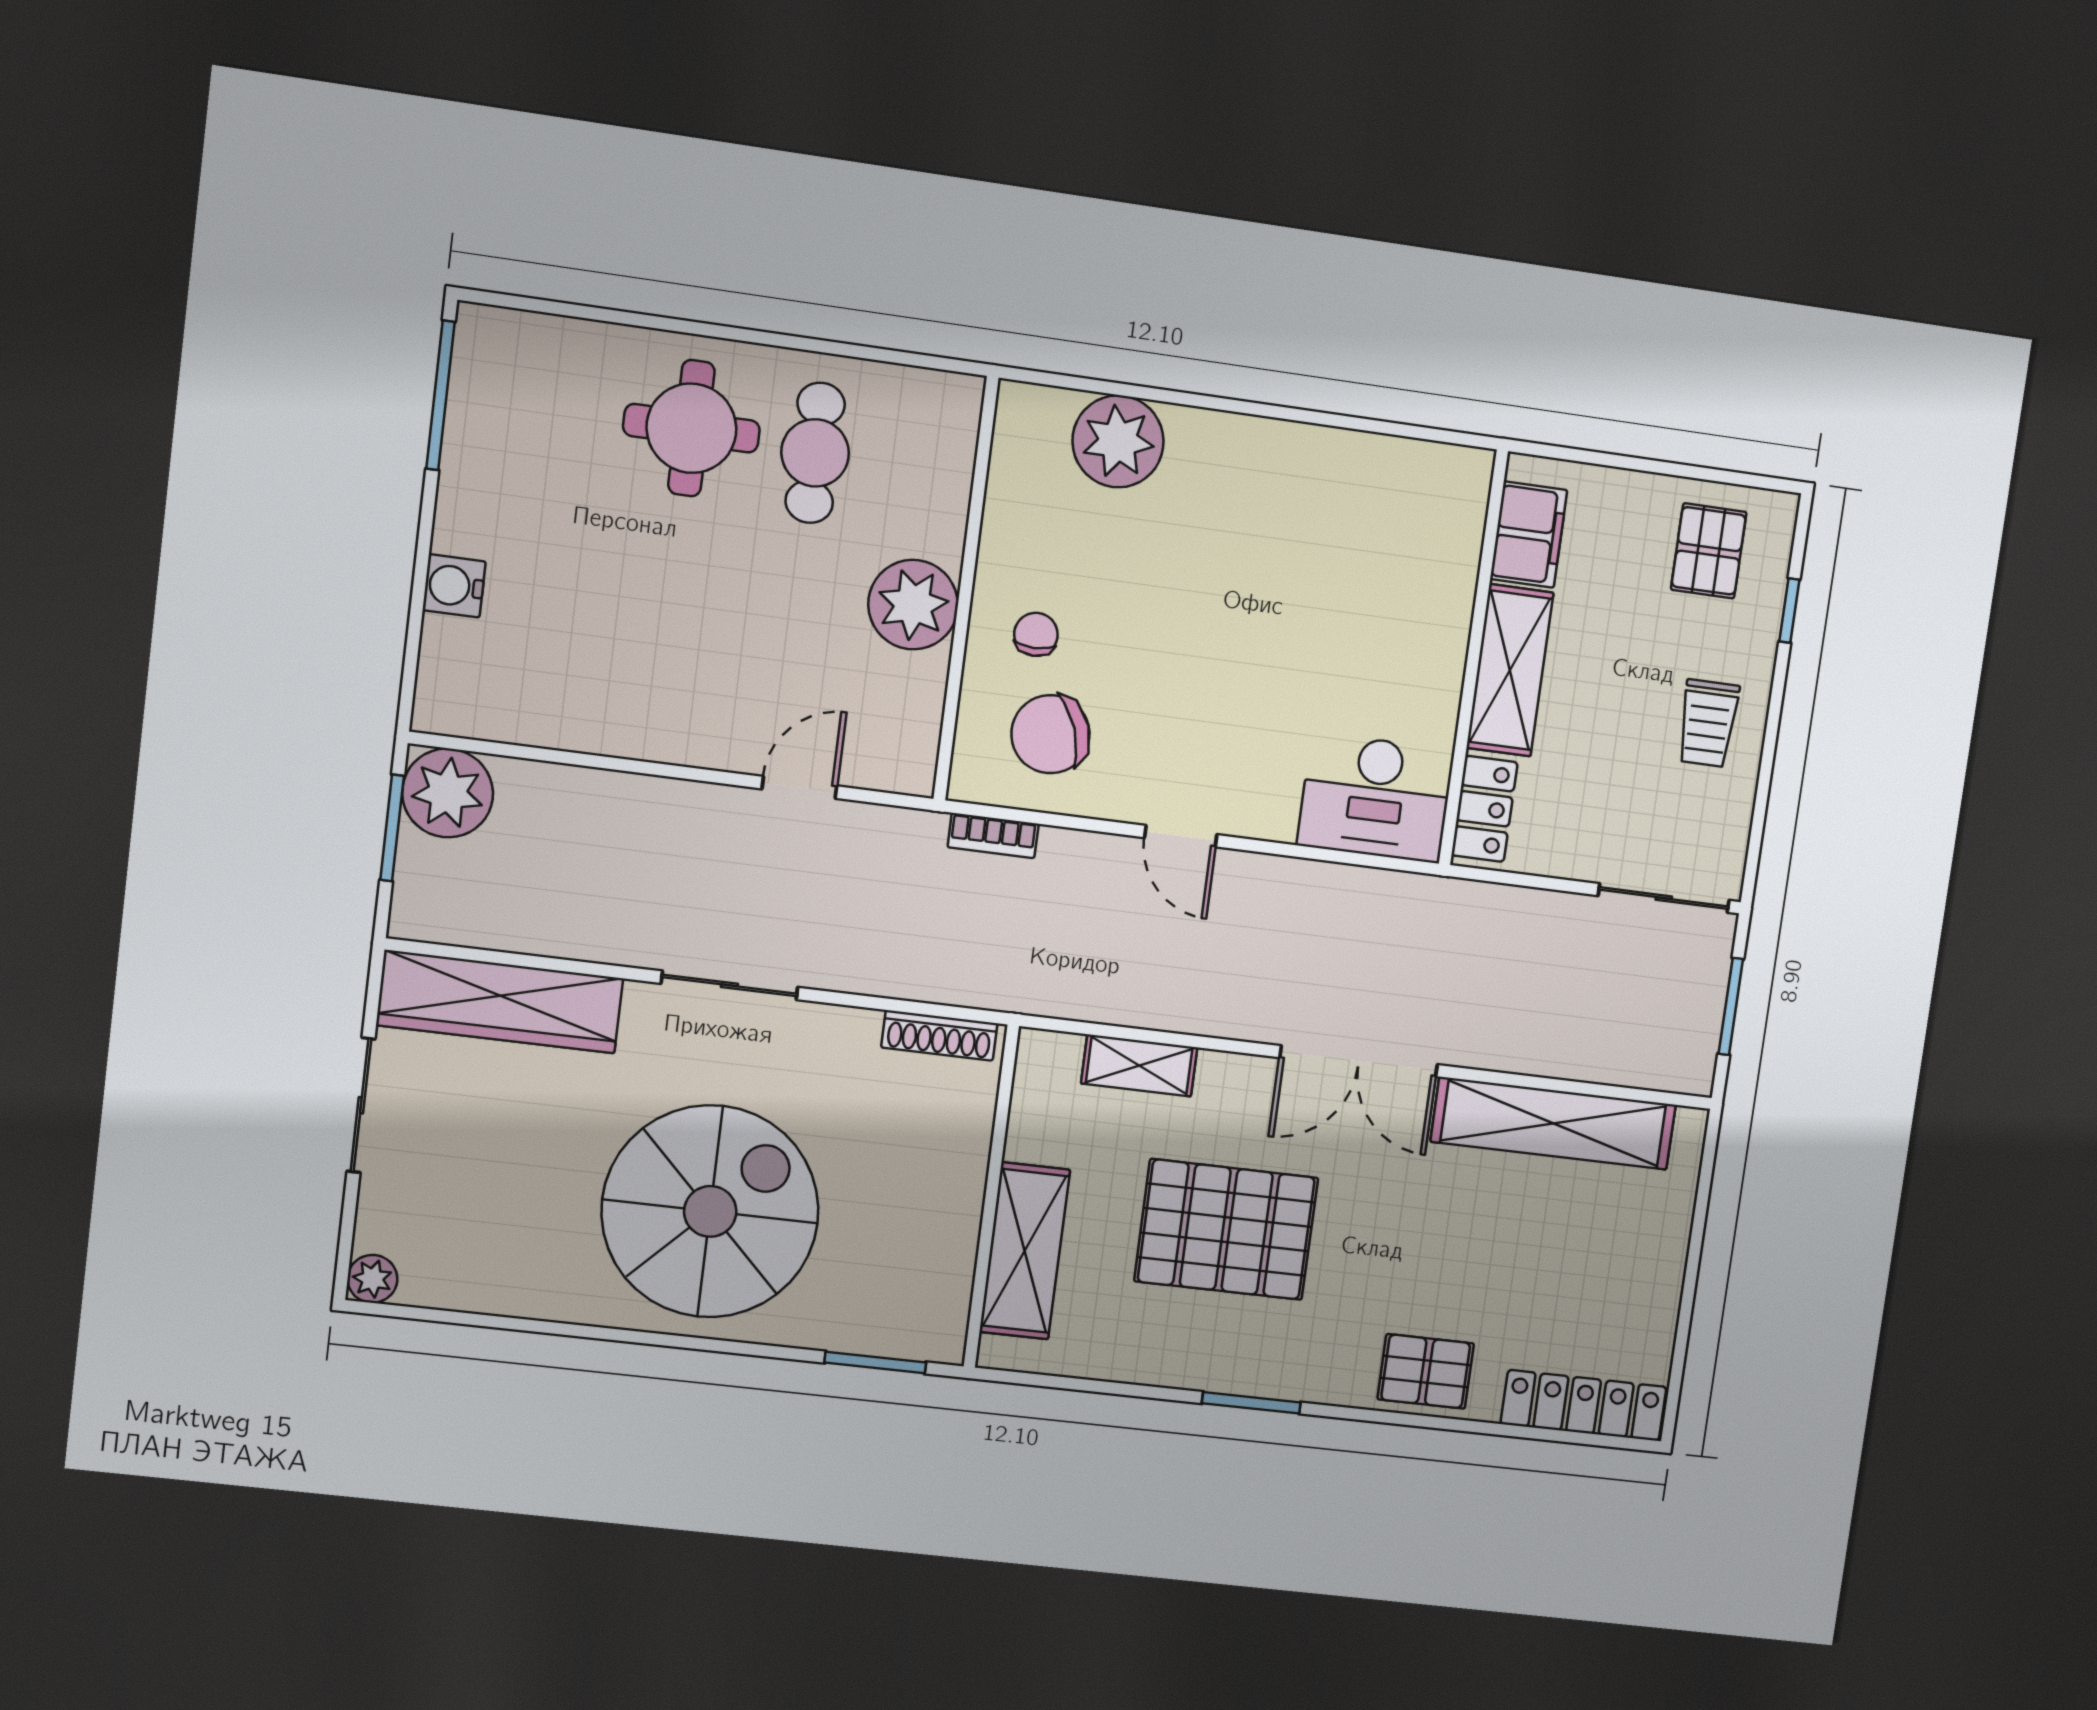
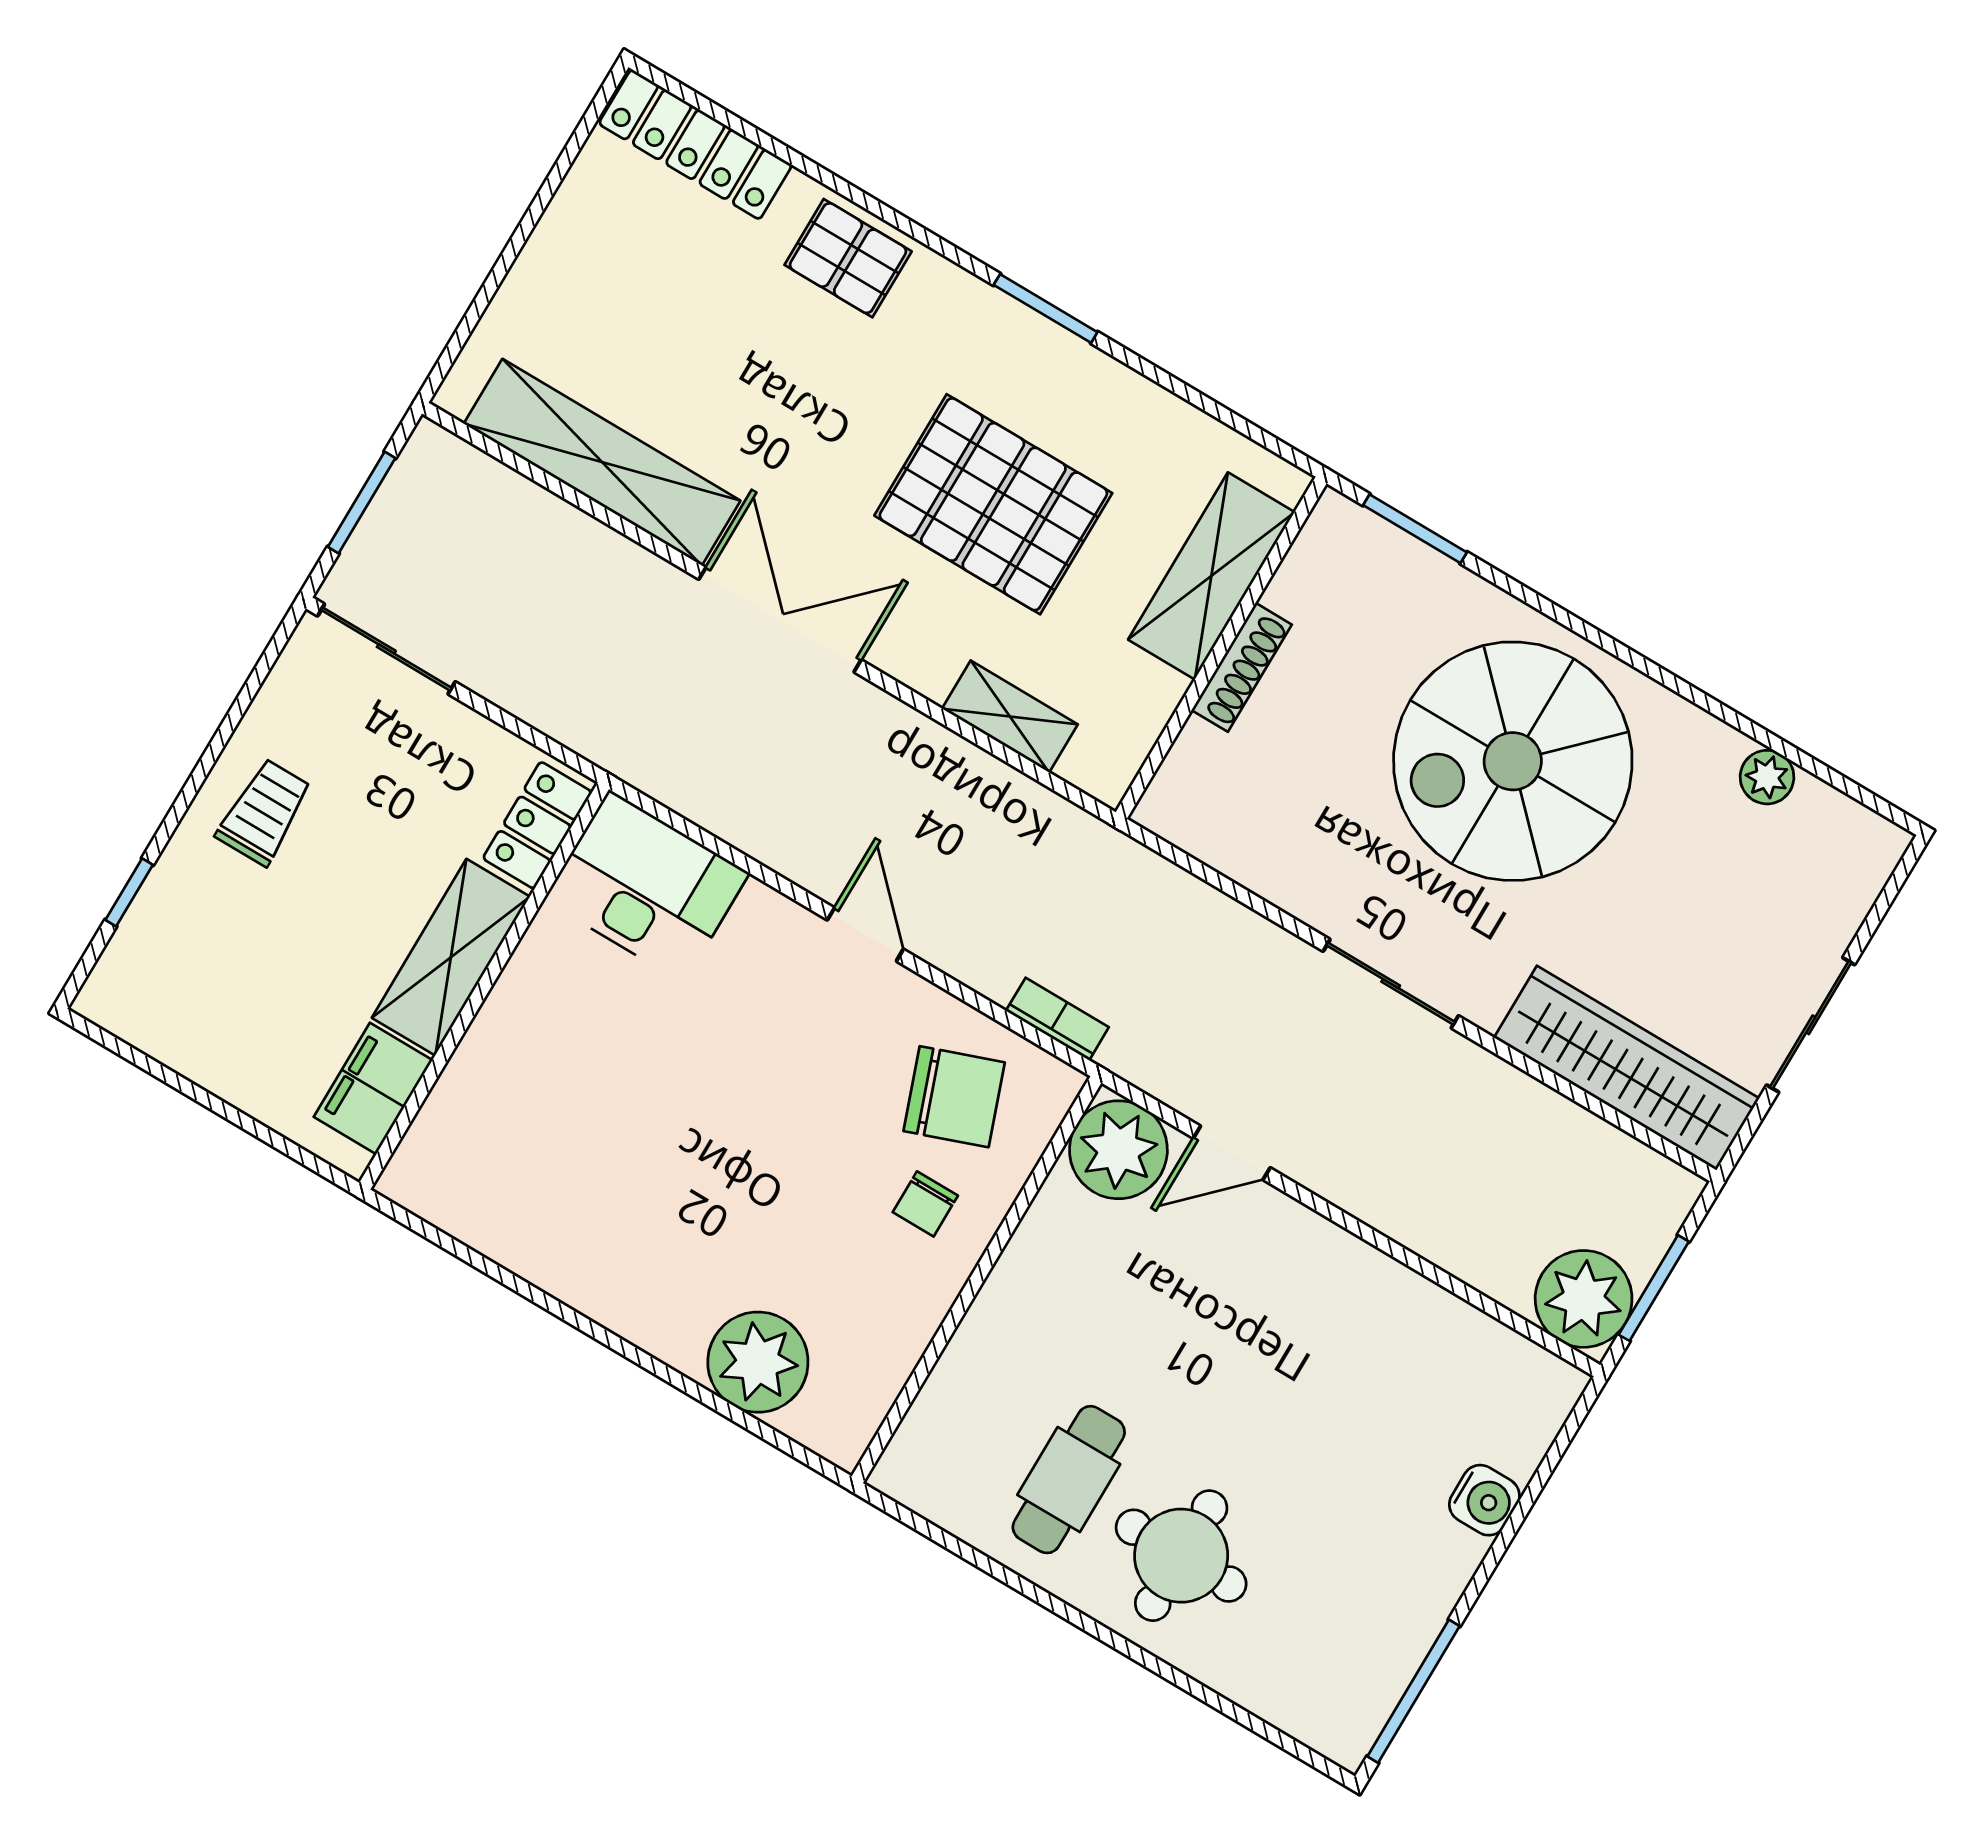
pallet: (1709, 551) -> (190, 991), removed
plant: (913, 605) -> (1118, 1150), moved
shoe rack: (939, 1035) -> (1242, 667), moved, turned 90
plant: (372, 1279) -> (1767, 777), moved

